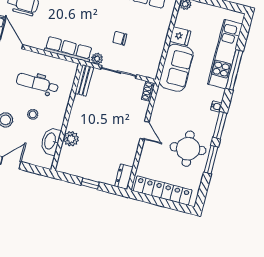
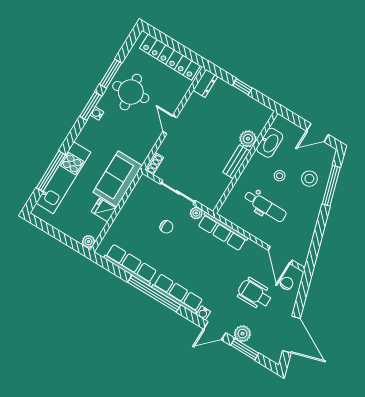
window: (234, 70) -> (51, 171), moved
bench: (84, 80) -> (236, 162), moved
water cooler: (216, 106) -> (97, 113), moved

